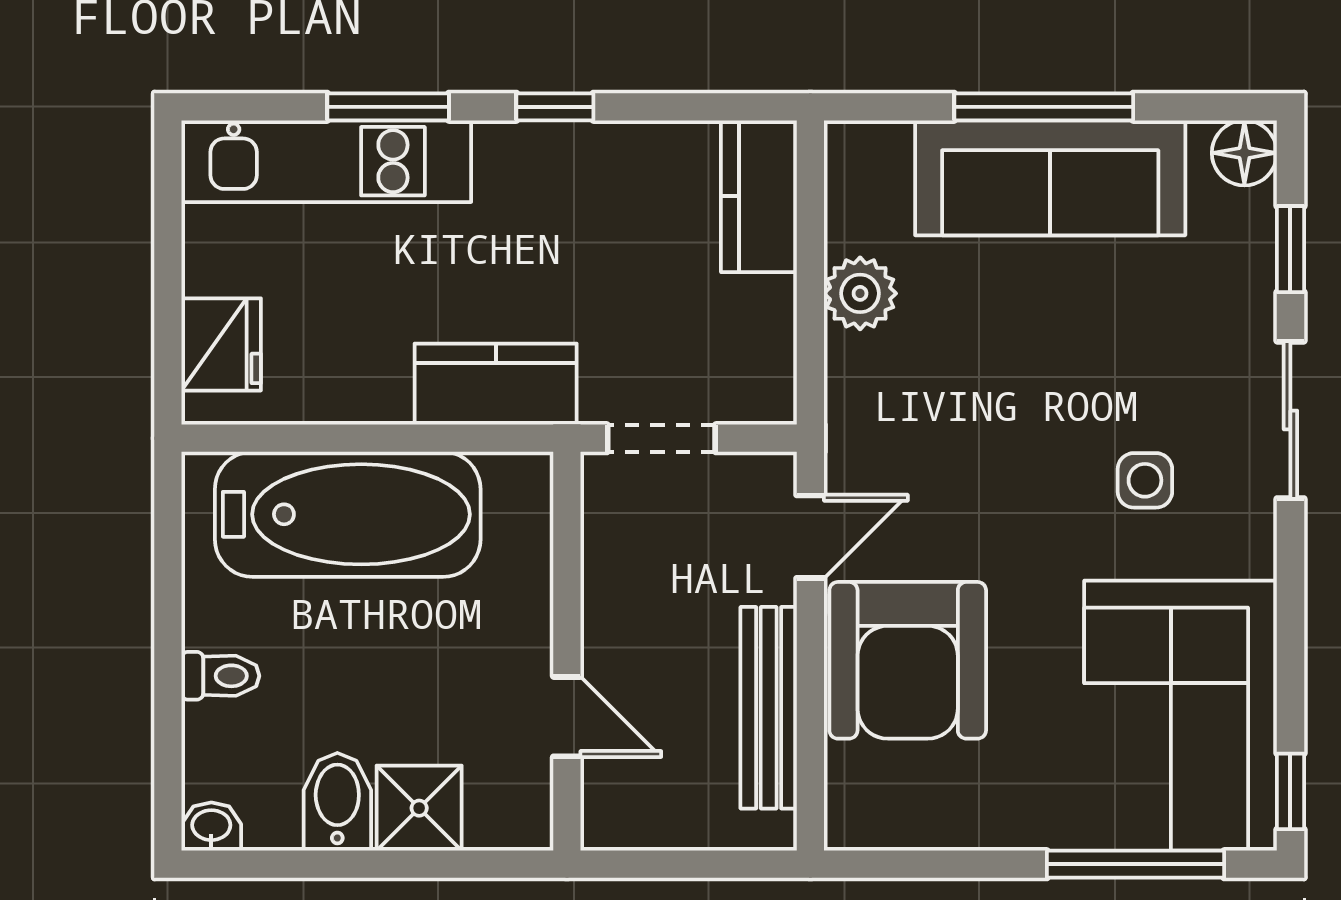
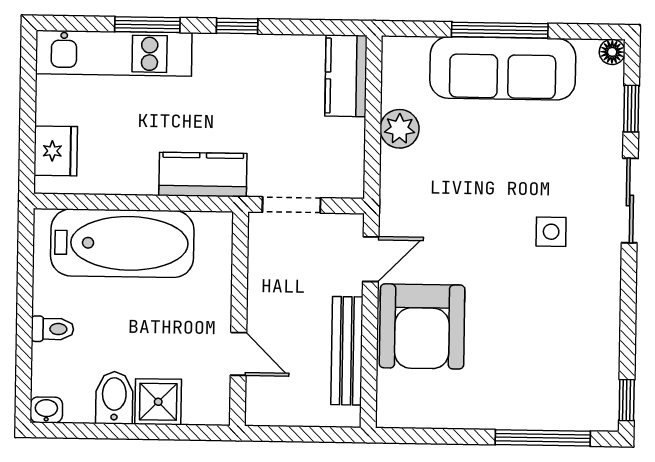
floor lamp: (1244, 153) -> (612, 52), width x0.73, depth x0.73
corner sofa: (1181, 716) -> (568, 358), removed

